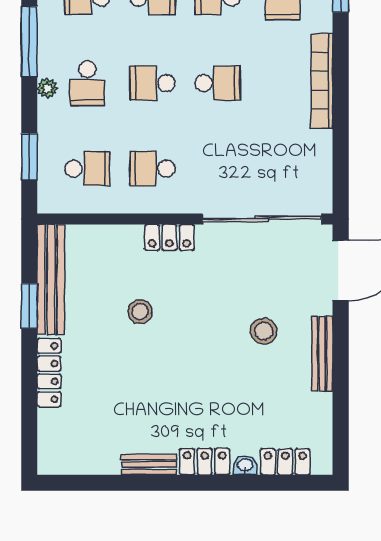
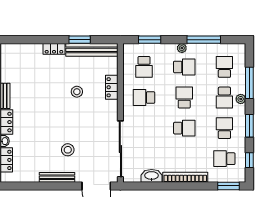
school desk: (87, 83) -> (184, 67), turned 180
school desk: (218, 83) -> (184, 128), turned -90
washbasin: (319, 153) -> (152, 176), added
school desk: (152, 169) -> (144, 98), turned -90
locker: (170, 237) -> (112, 87), moved
locker: (49, 373) -> (54, 49), width x0.66

